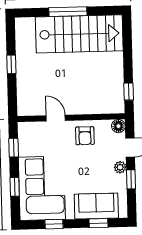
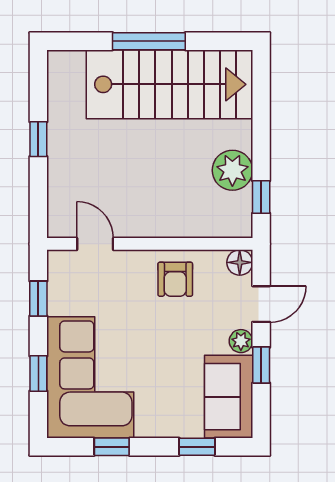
plant: (113, 78) -> (232, 170), added
door: (56, 118) -> (95, 244), moved
sofa: (96, 206) -> (229, 397), moved, turned -90

